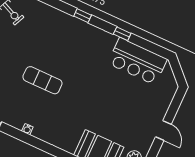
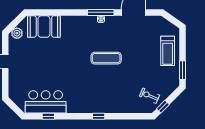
window: (122, 34) -> (48, 116), moved
window: (24, 137) -> (101, 12), added

